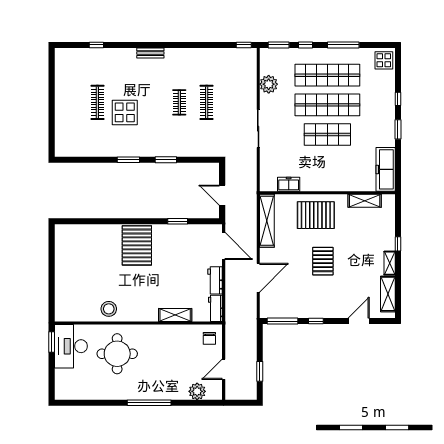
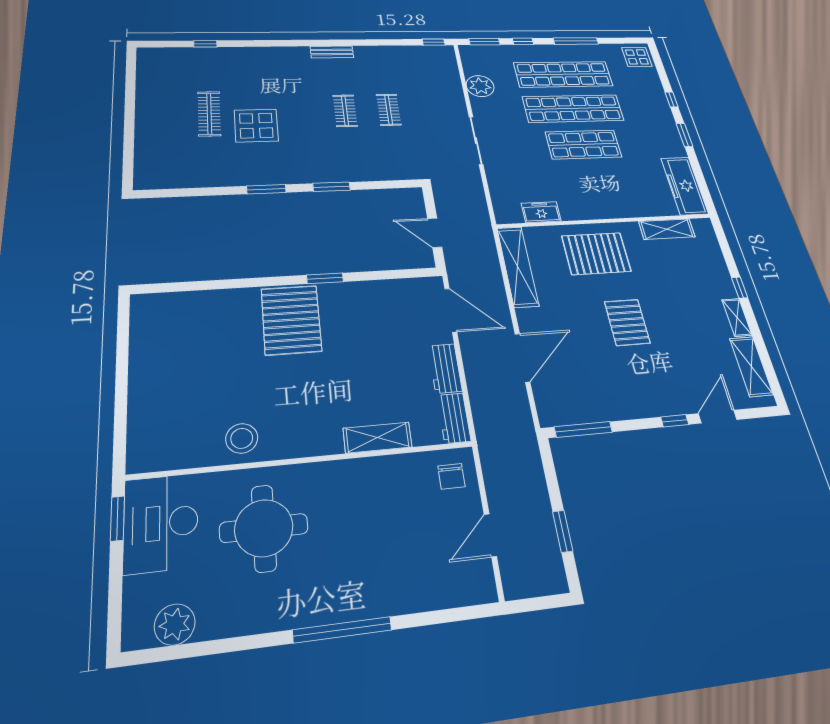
bench: (150, 53) -> (332, 52), moved
clothes rail: (207, 102) -> (389, 110), width x0.73
window: (178, 221) -> (325, 278), moved
window: (316, 321) -> (675, 421), moved
plant: (197, 391) -> (175, 624), moved

